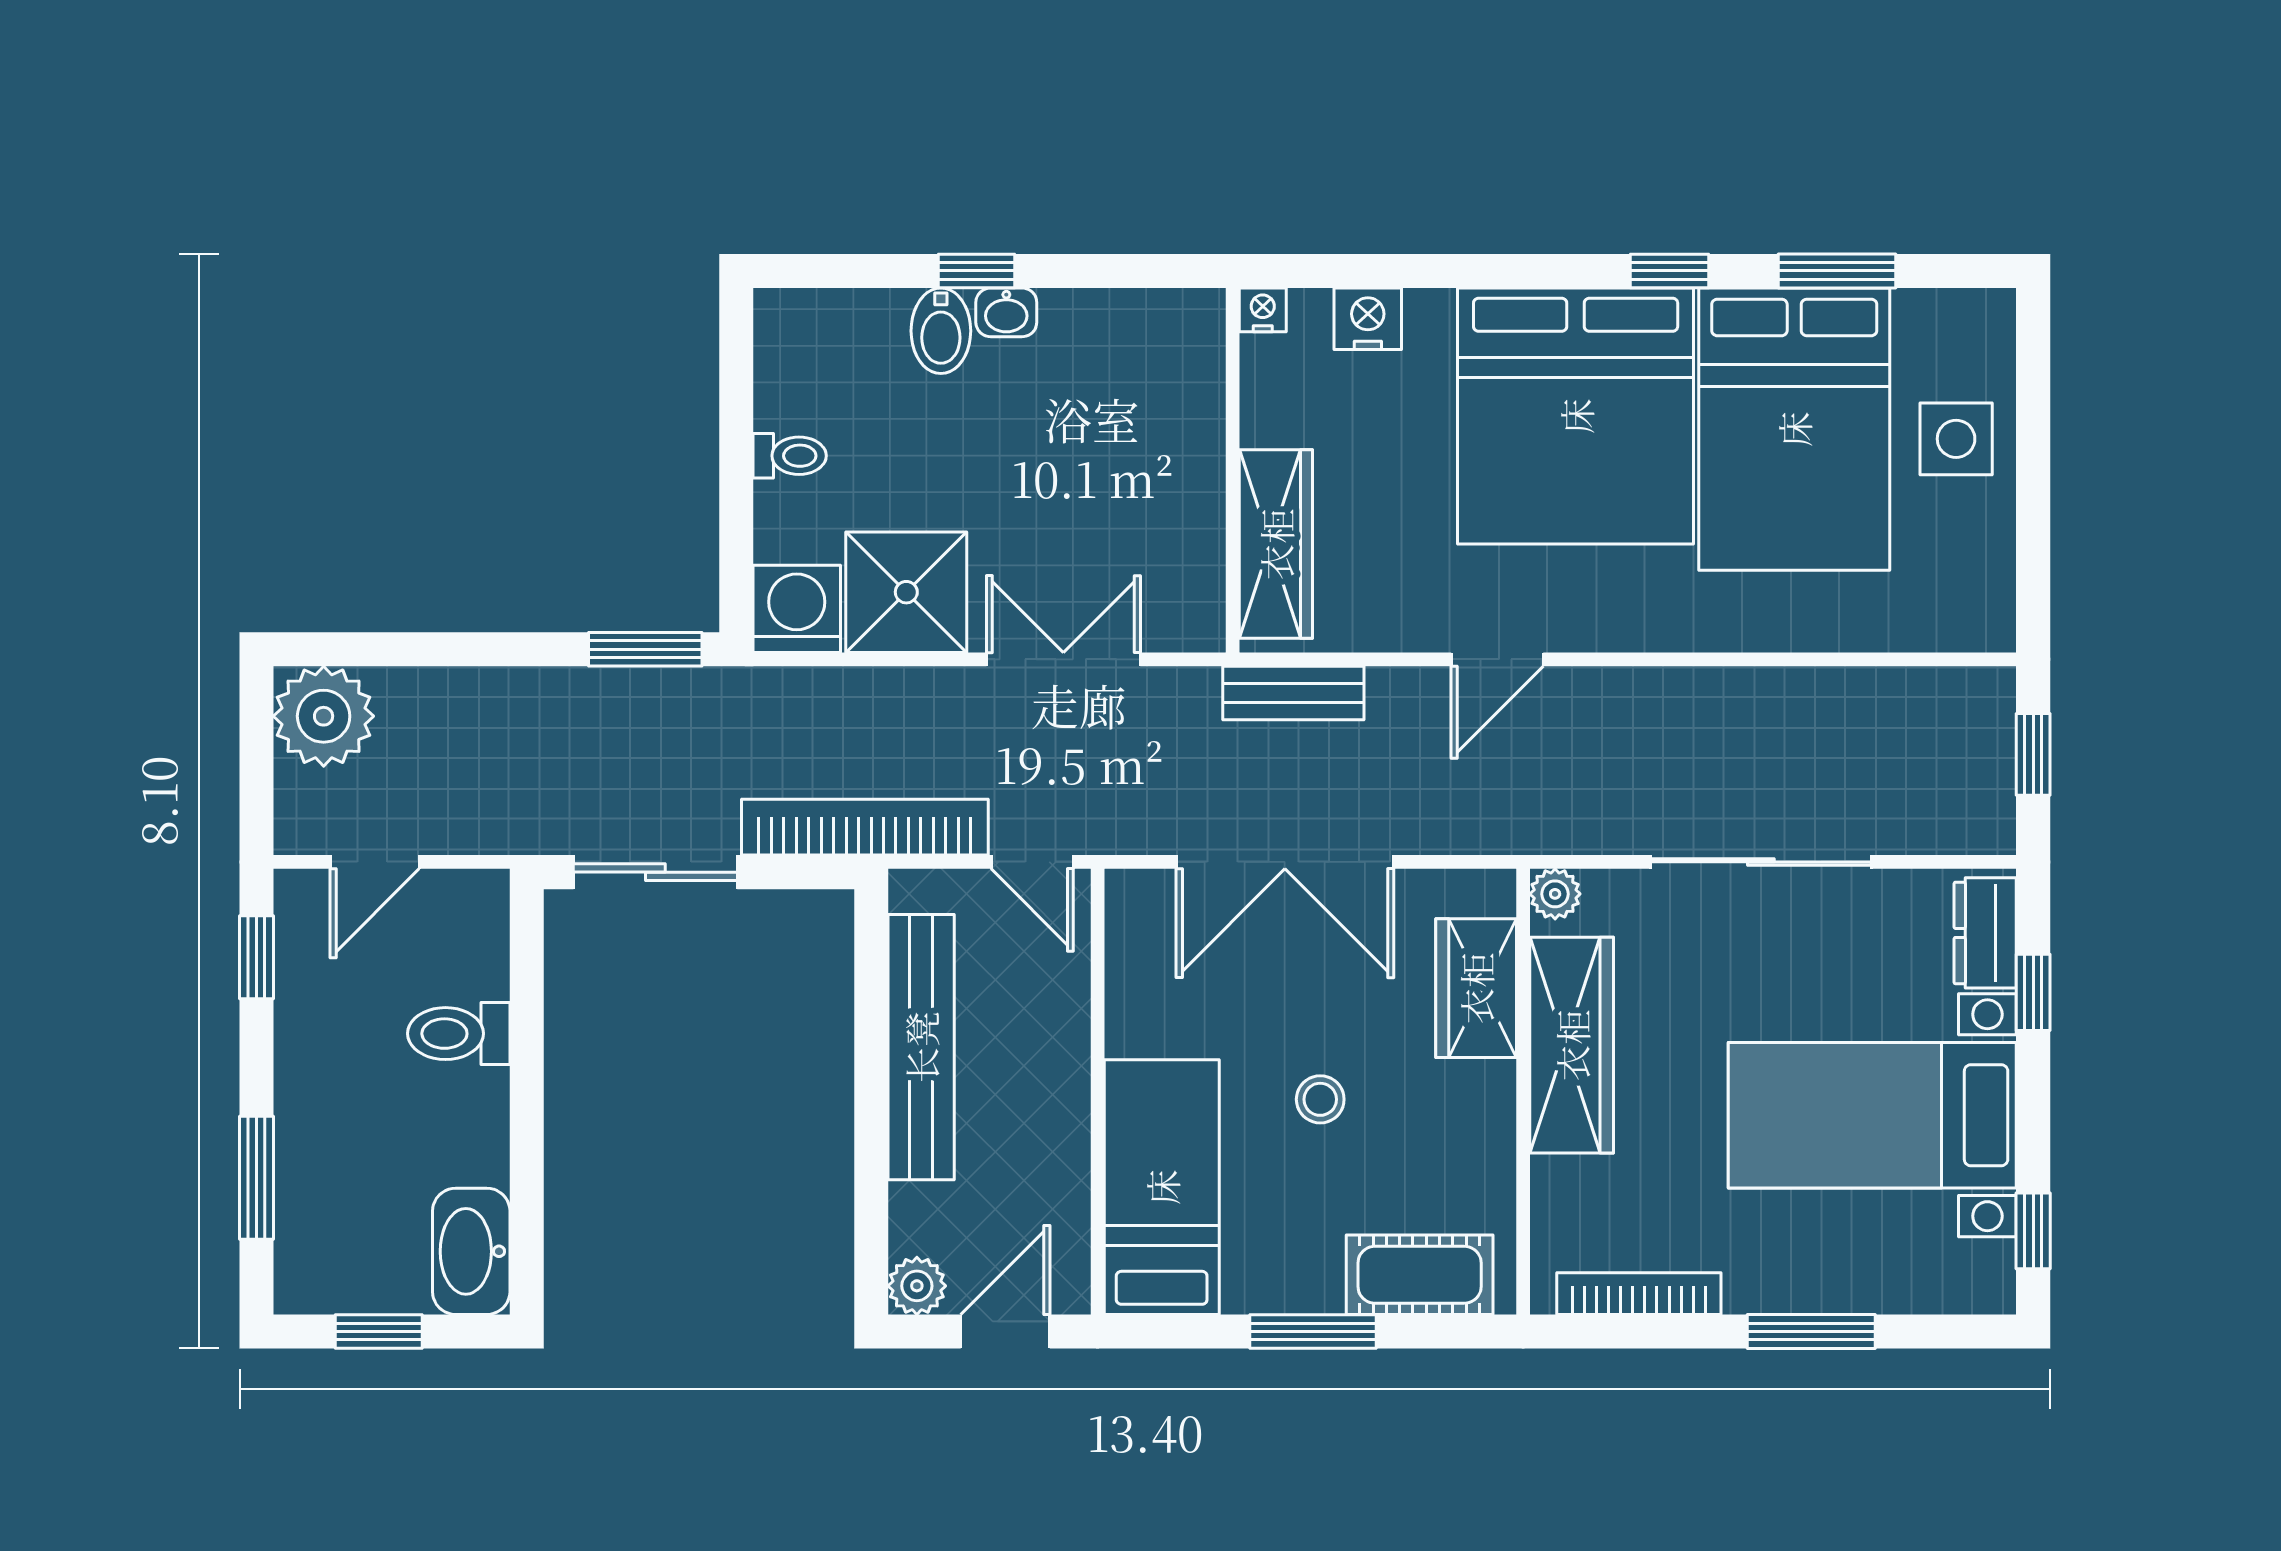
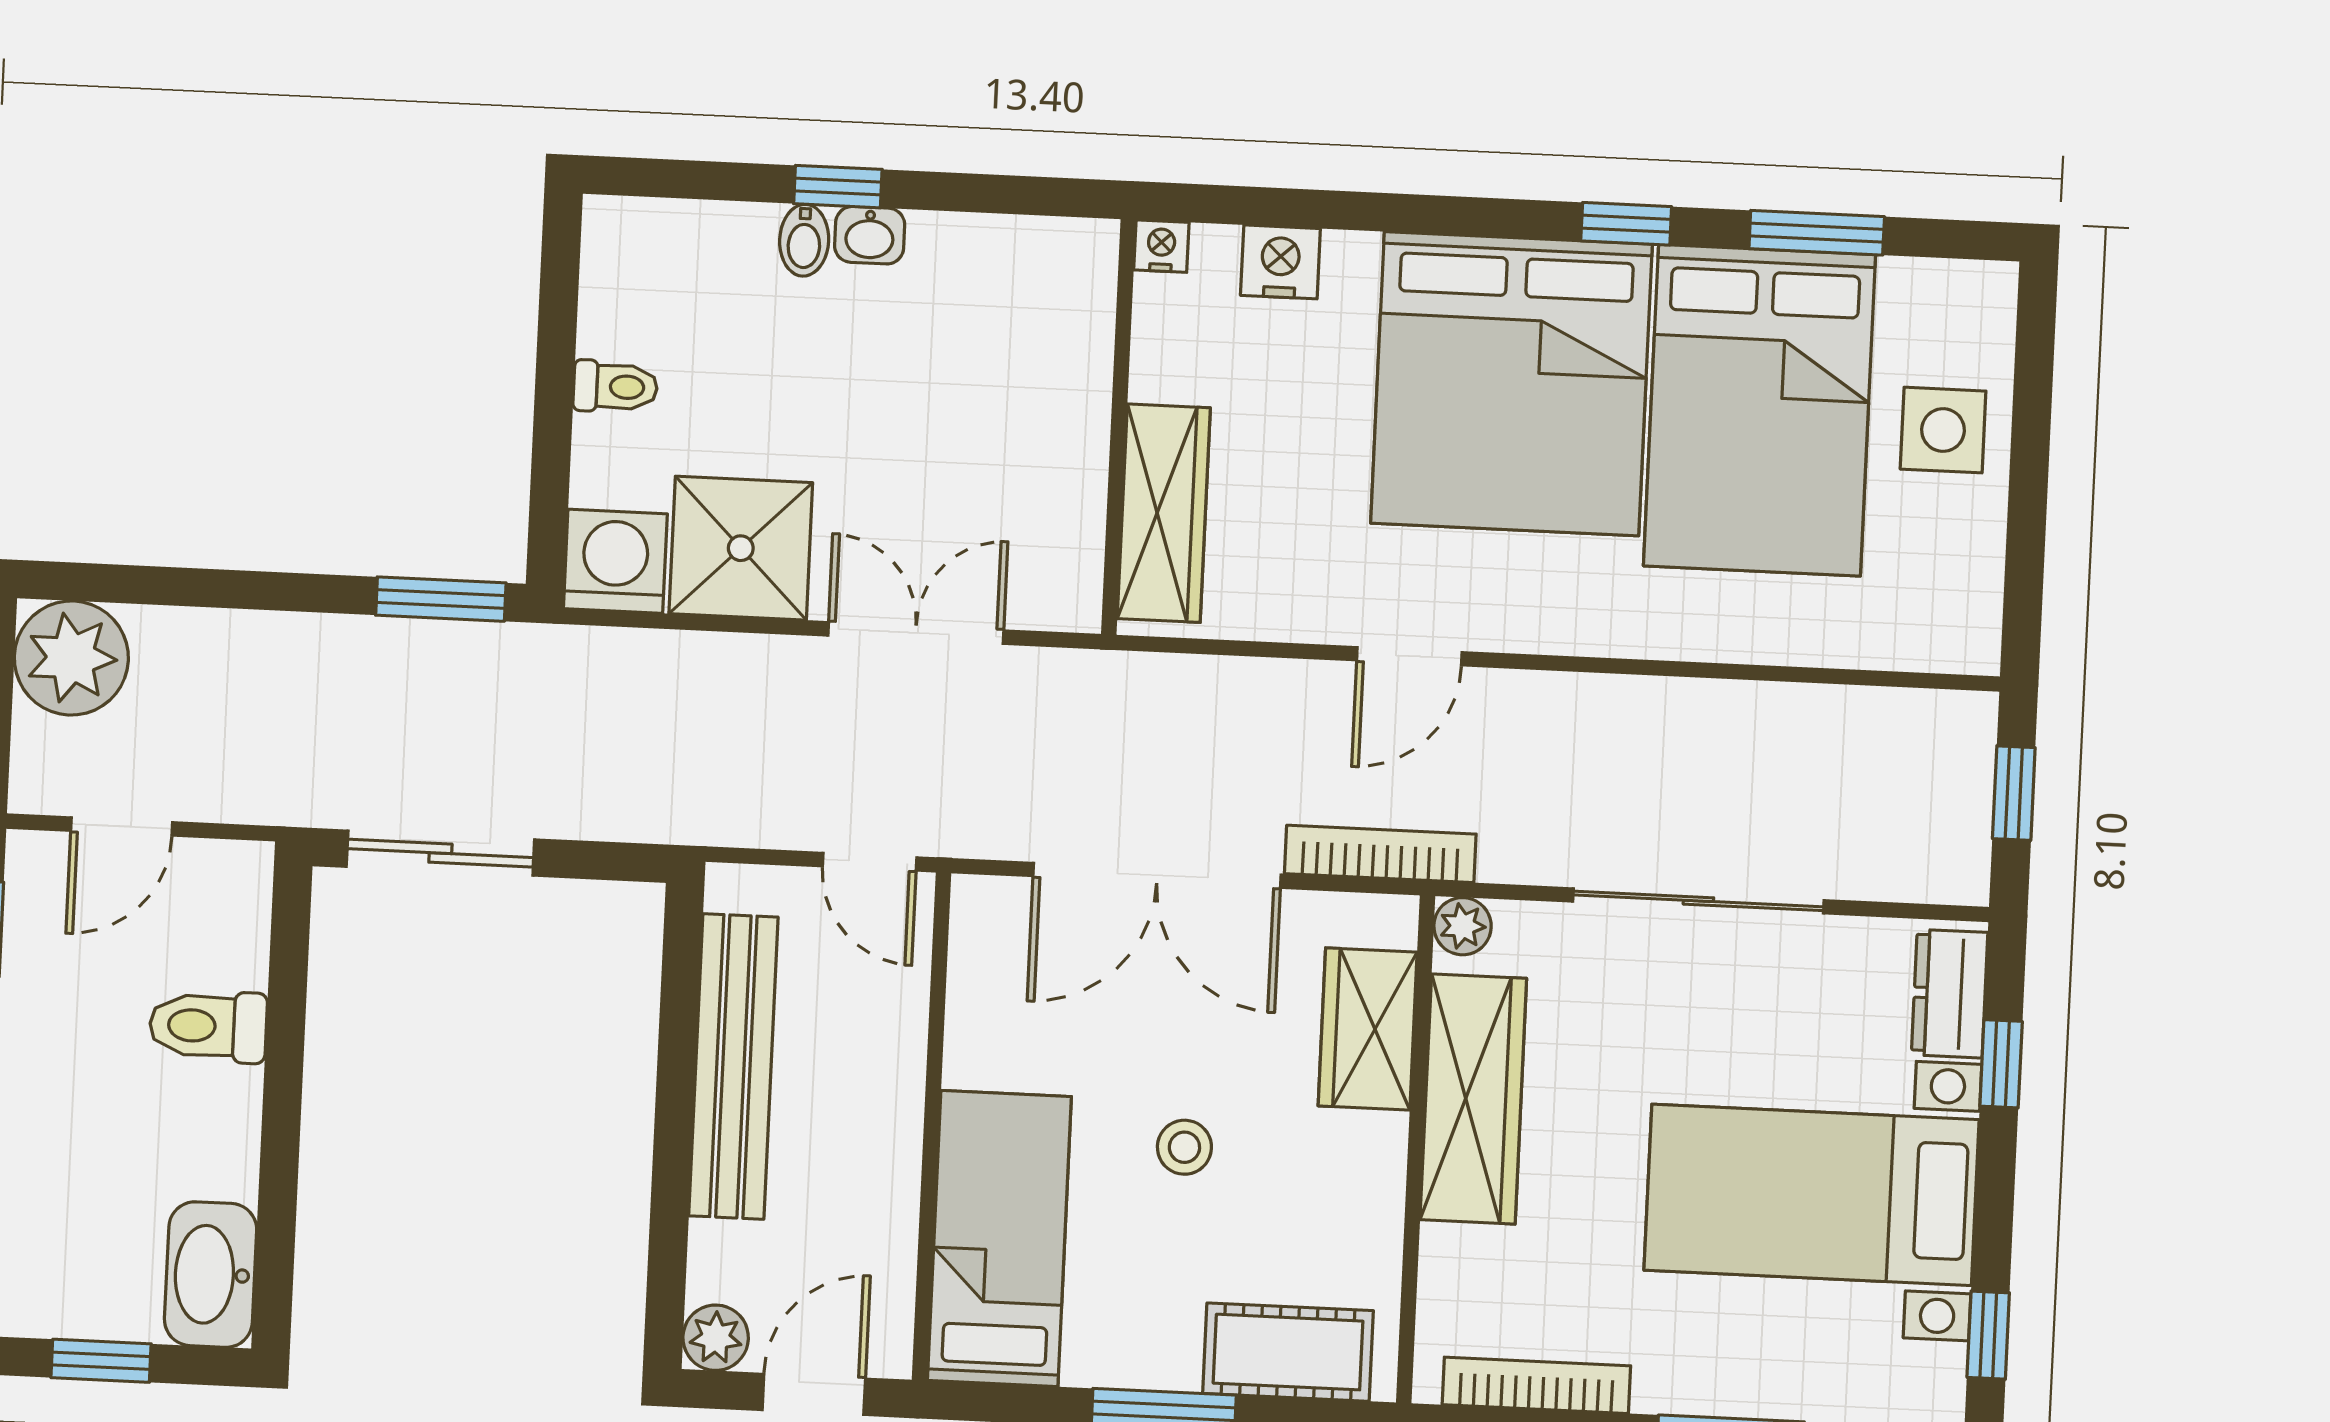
bidet: (941, 331) -> (804, 240), width x0.72, depth x0.74
bench: (1293, 693) -> (1176, 684), removed
bookcase: (865, 827) -> (1380, 854), moved, width x0.68, depth x0.76

